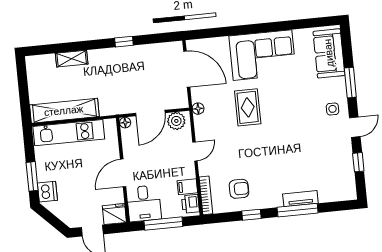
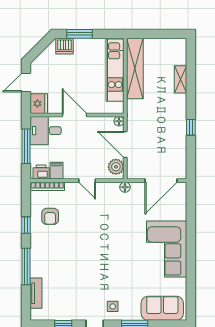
rug: (248, 107) -> (122, 231), removed
tv unit: (300, 199) -> (36, 293), moved

